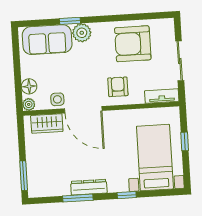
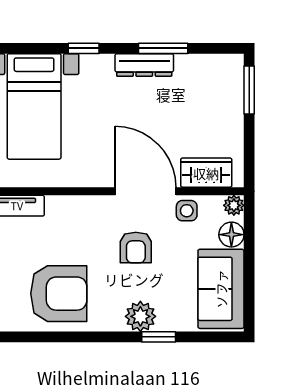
sofa: (47, 40) -> (221, 289), moved, turned -90
armchair: (118, 87) -> (136, 248), moved

